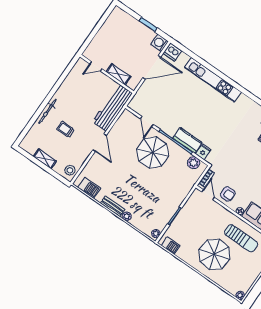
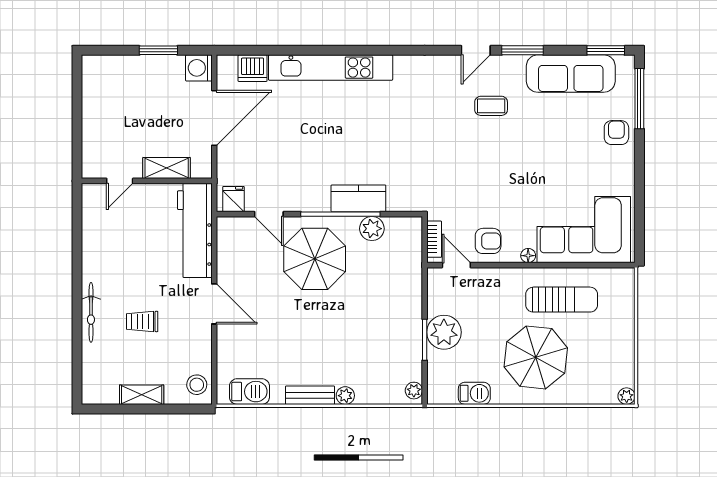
dishwasher: (172, 52) -> (253, 68), moved
fridge: (203, 152) -> (234, 199), moved
plant: (194, 163) -> (372, 229), moved
plant: (184, 218) -> (444, 332), added
barbecue: (171, 245) -> (474, 393), moved

